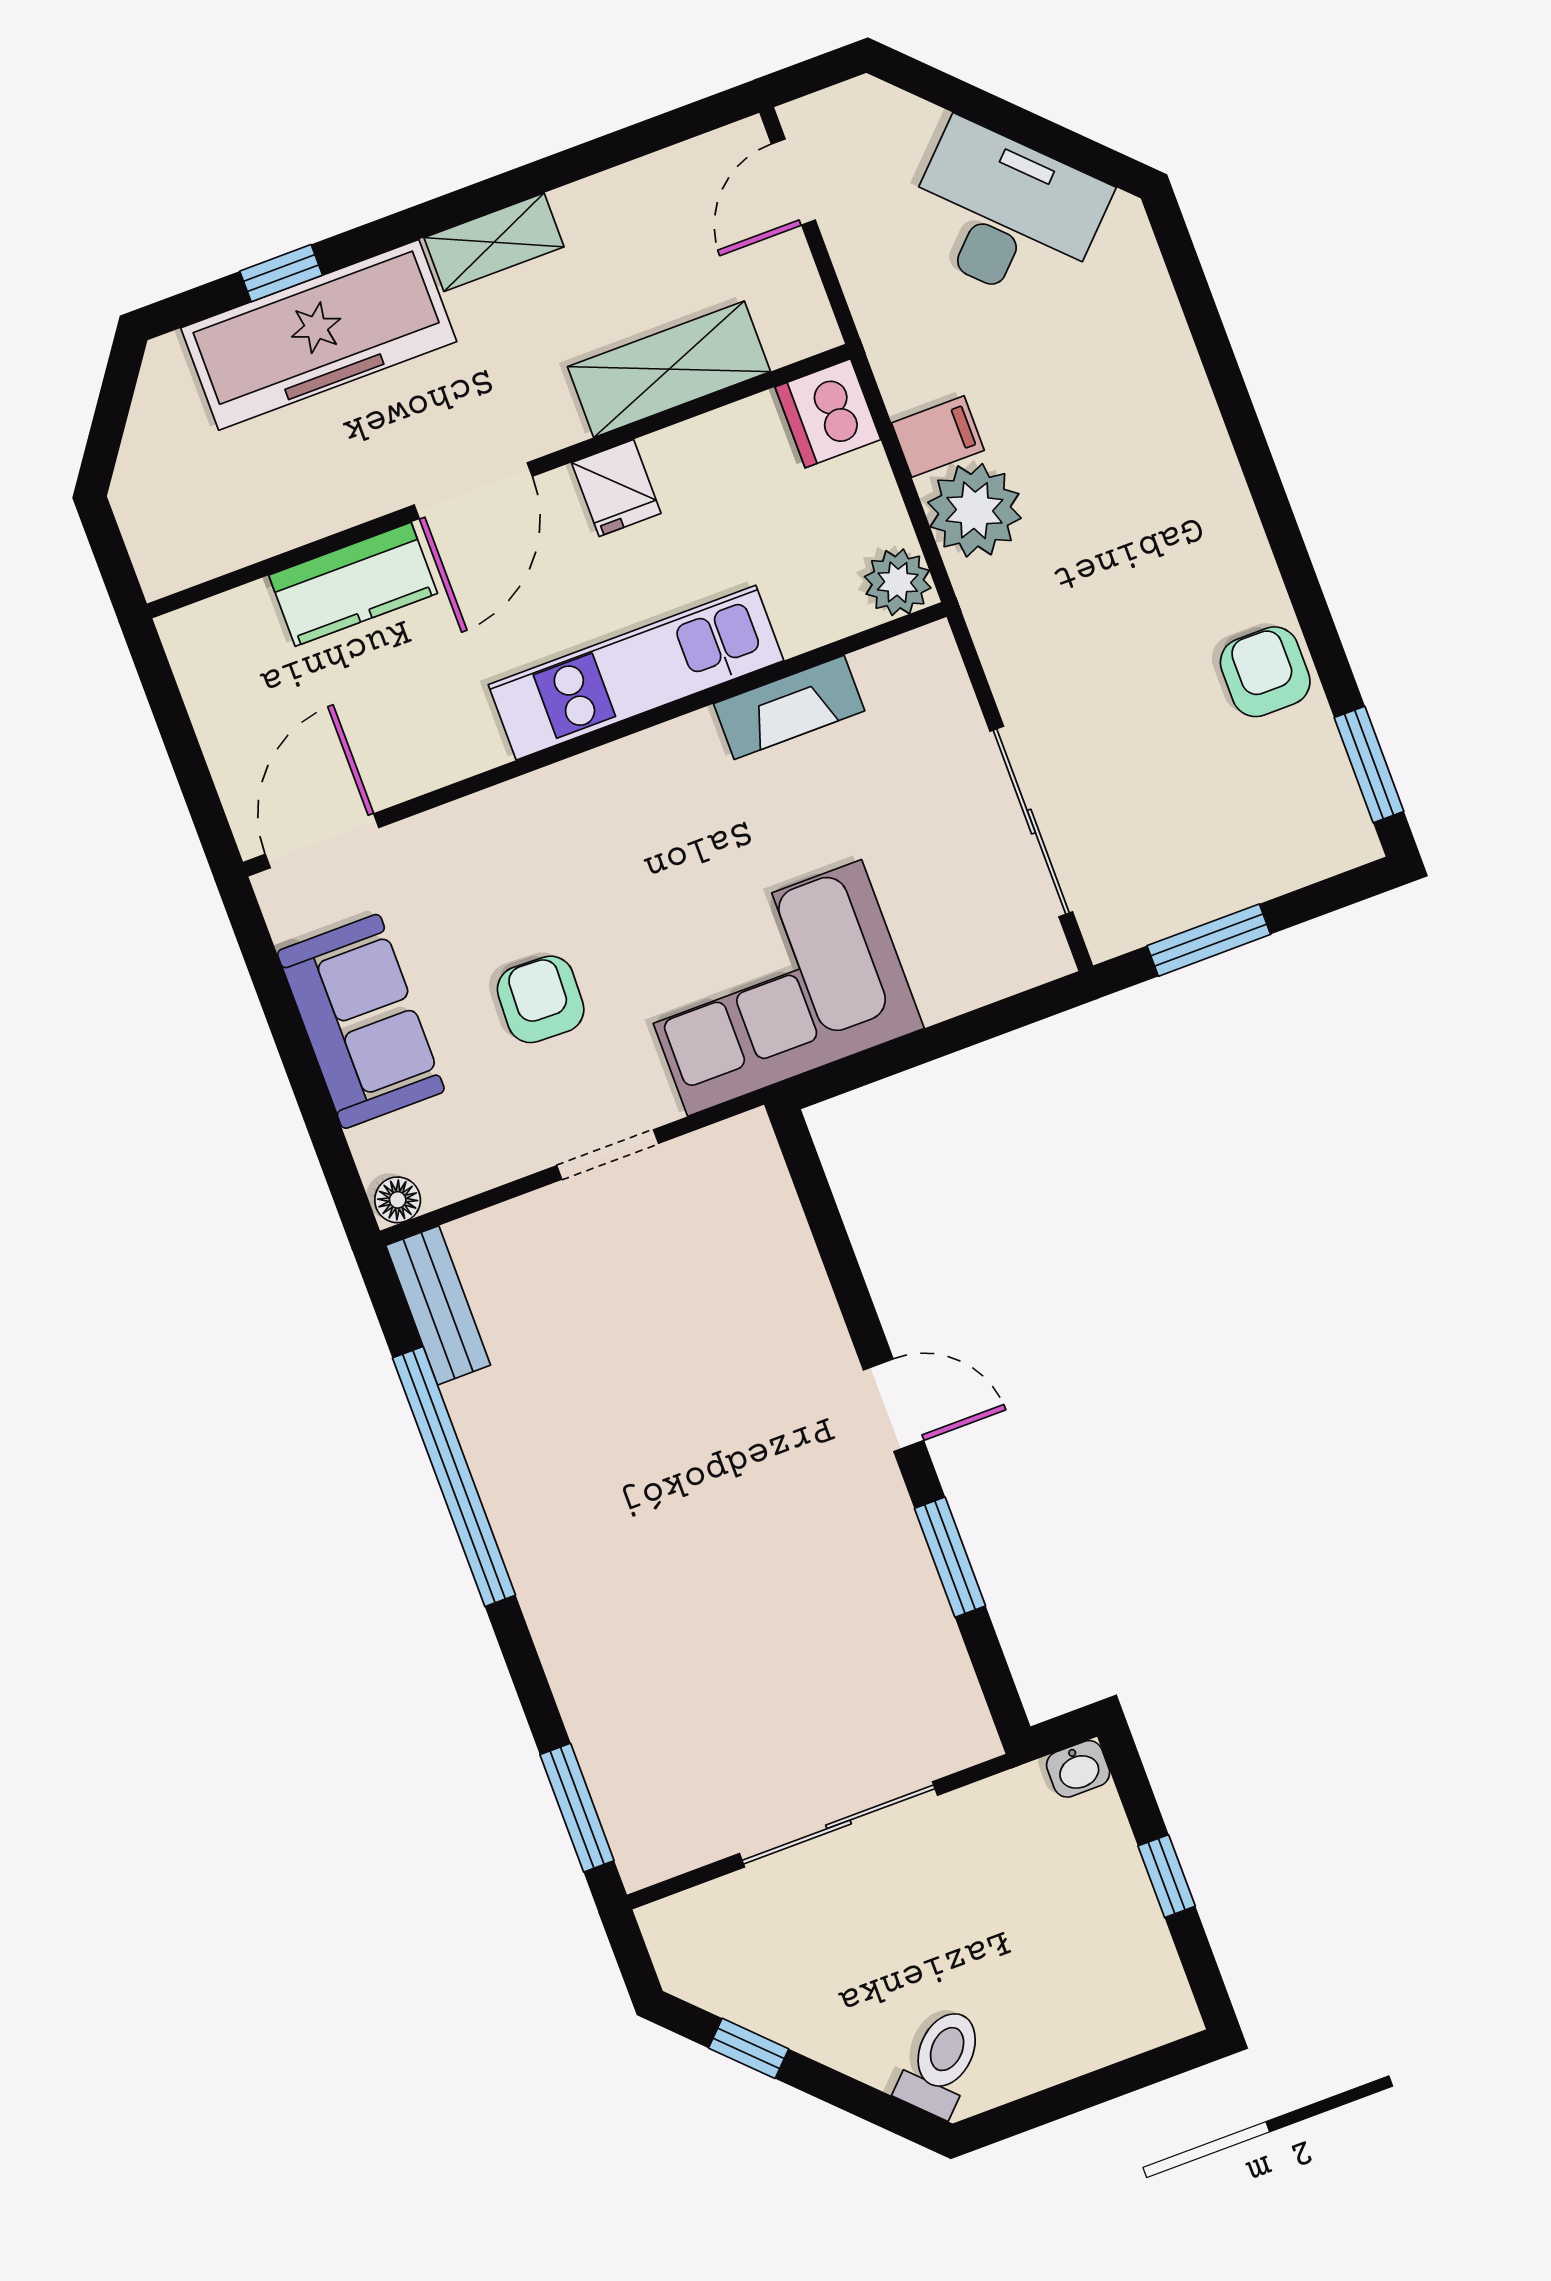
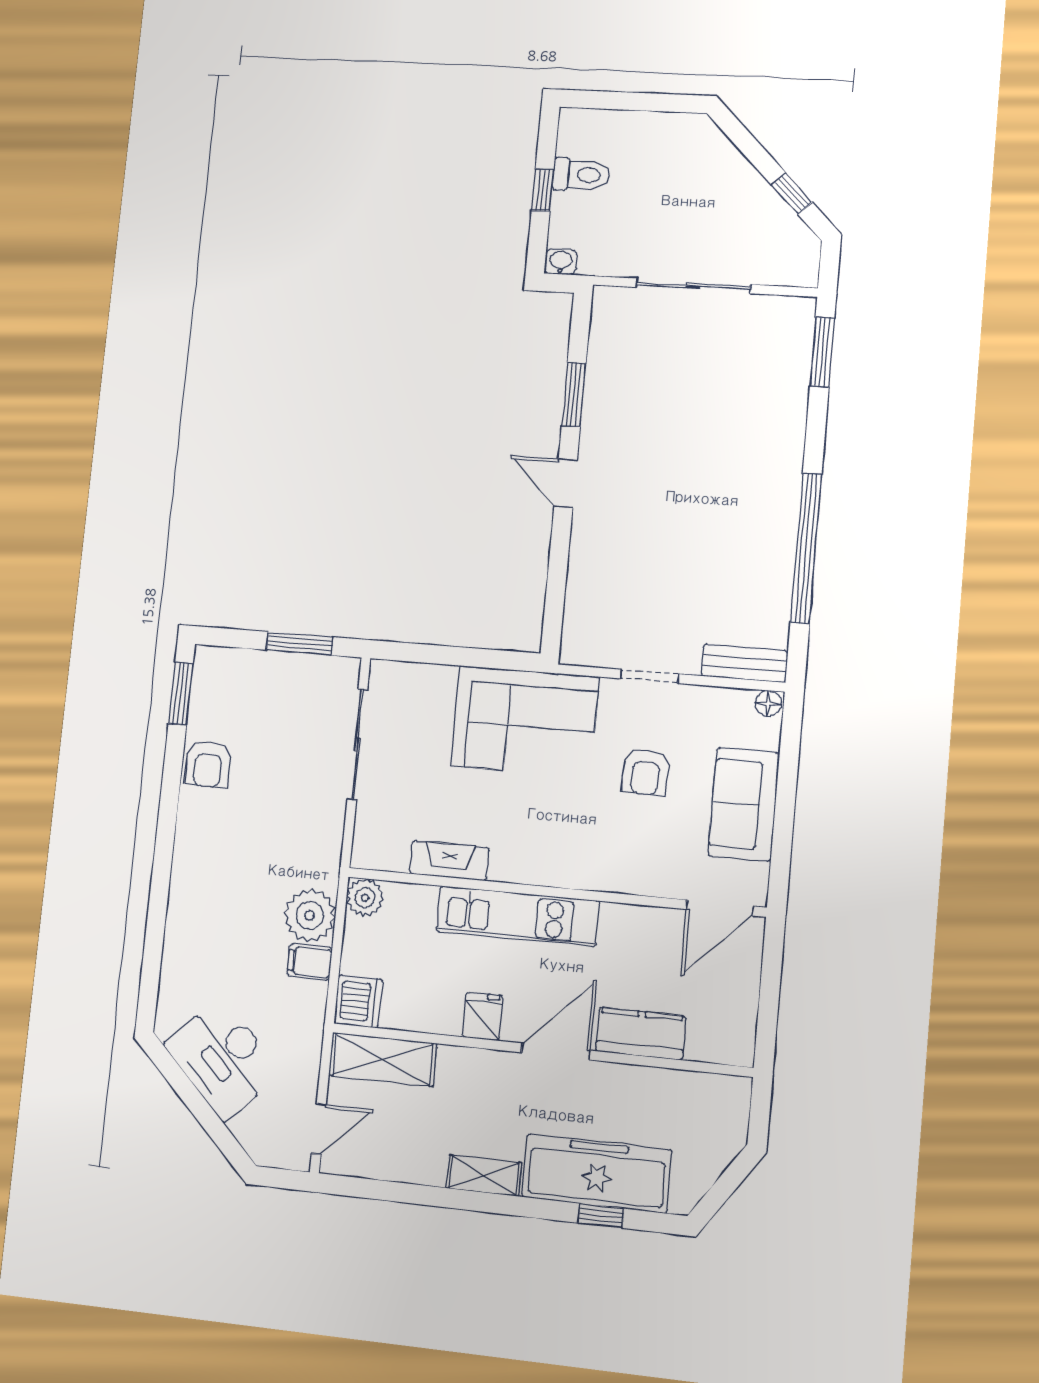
shelving: (669, 369) -> (383, 1059), moved
bench: (438, 1305) -> (744, 663), moved, turned 90
toilet: (941, 2062) -> (581, 175), moved, turned -135

